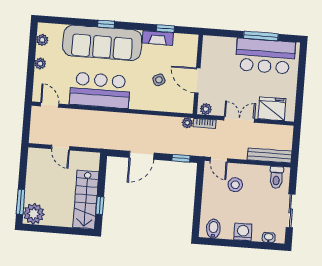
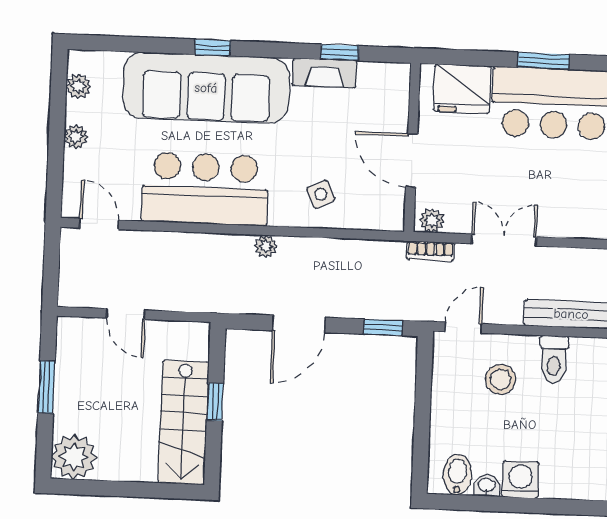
window: (261, 36) -> (543, 61), width x0.69
side table: (159, 80) -> (321, 194), moved
fridge: (272, 109) -> (462, 89), moved, turned 180
plant: (187, 123) -> (266, 246), moved
door: (219, 160) -> (463, 328), swing flipped
toilet: (276, 177) -> (554, 359), moved
window: (20, 202) -> (46, 387), moved
window: (100, 205) -> (215, 402), moved
washbasin: (269, 237) -> (487, 486), moved

